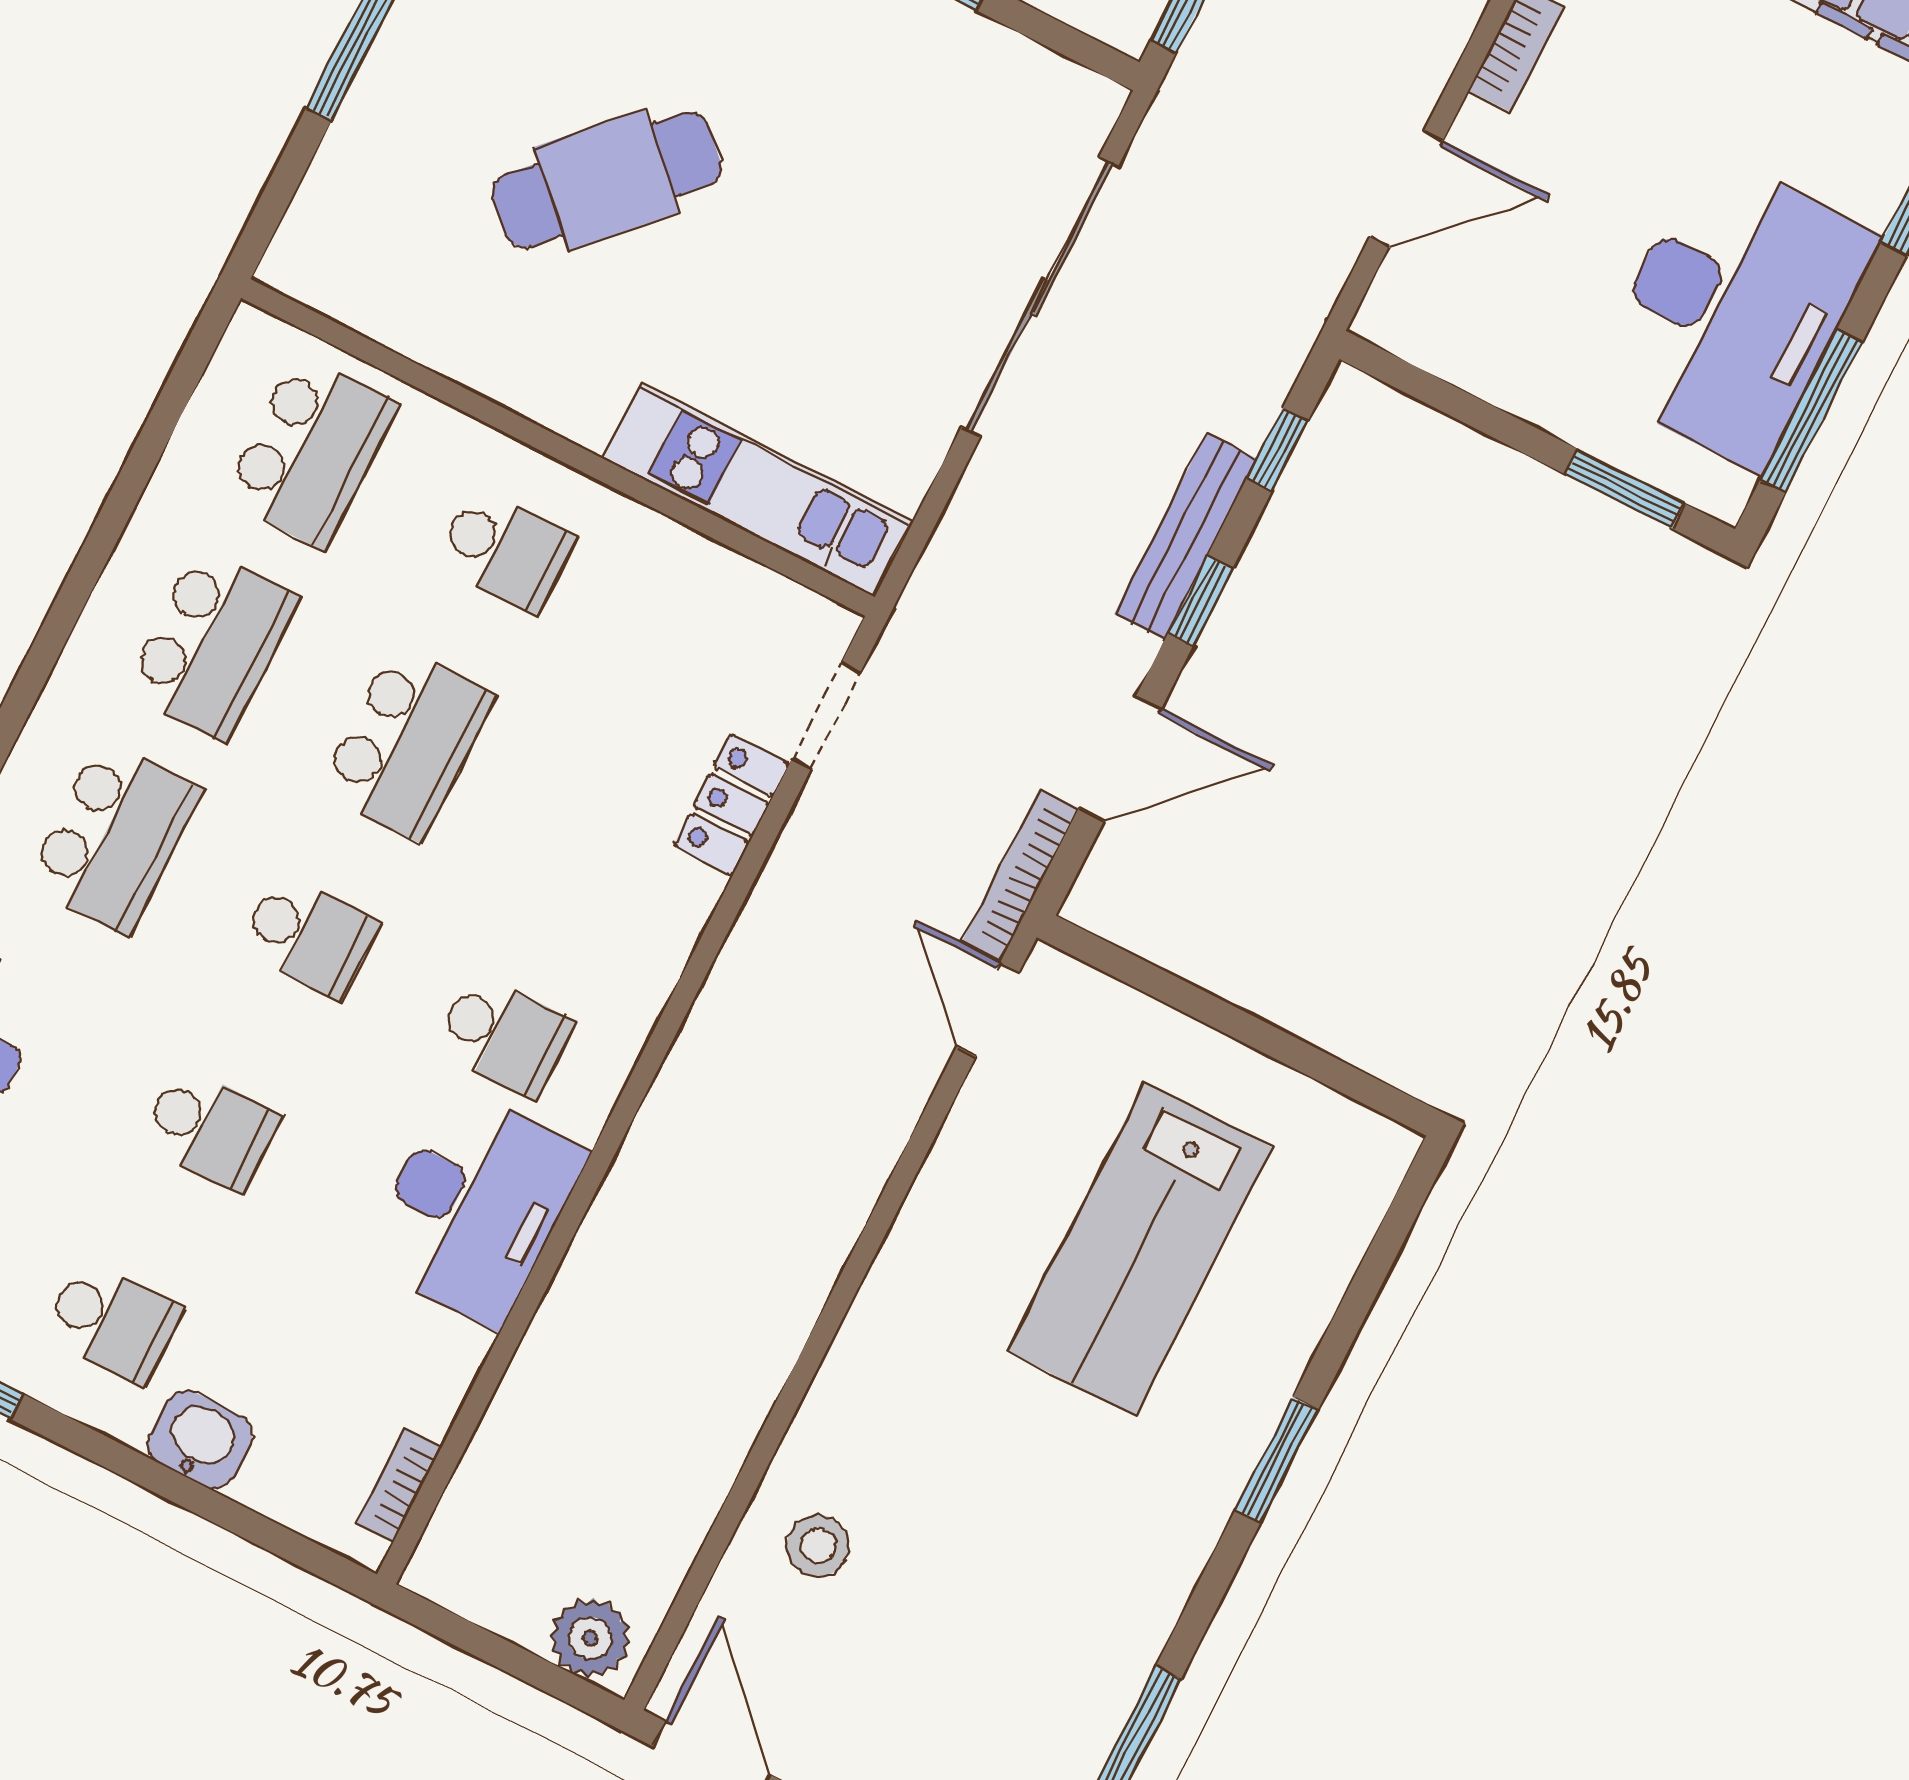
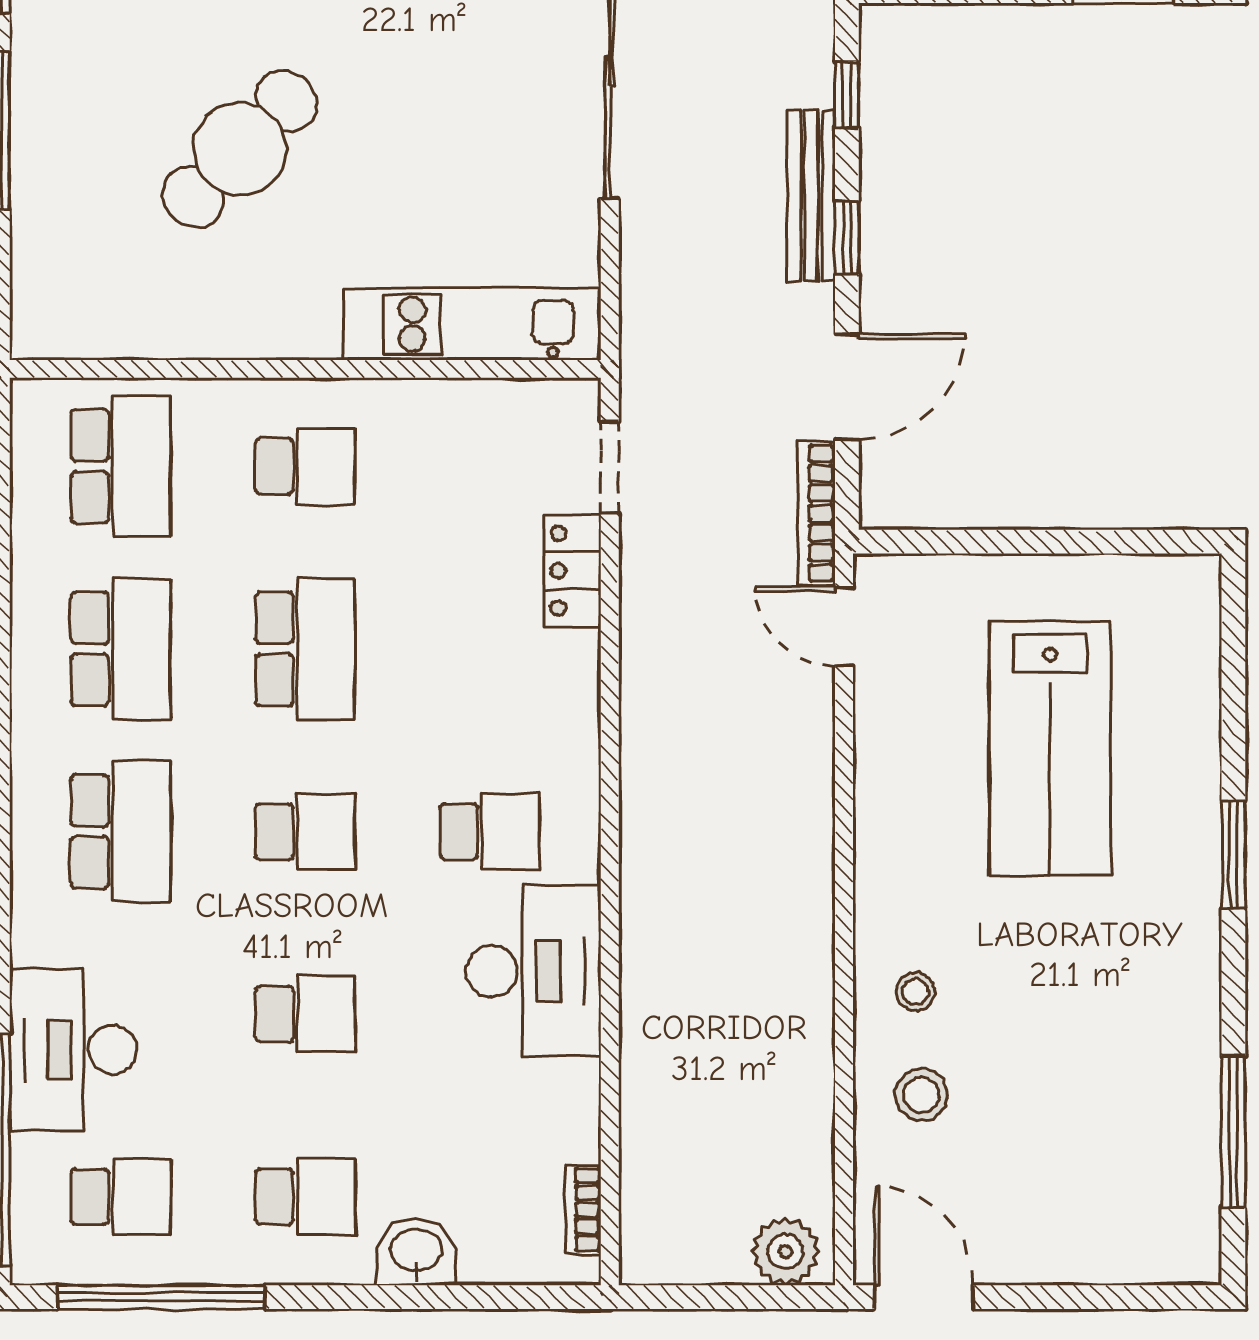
stool: (867, 1433) -> (915, 992), added

